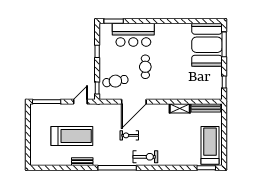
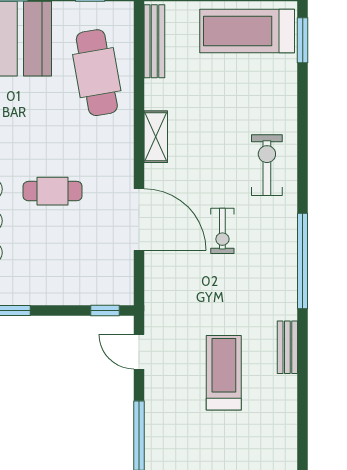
cafe table: (115, 81) -> (97, 73), moved, width x1.37, depth x1.35
shelving: (180, 108) -> (156, 137), moved
treadmill: (72, 136) -> (224, 373), width x0.73, depth x0.73
exercise bike: (145, 157) -> (267, 165), moved

